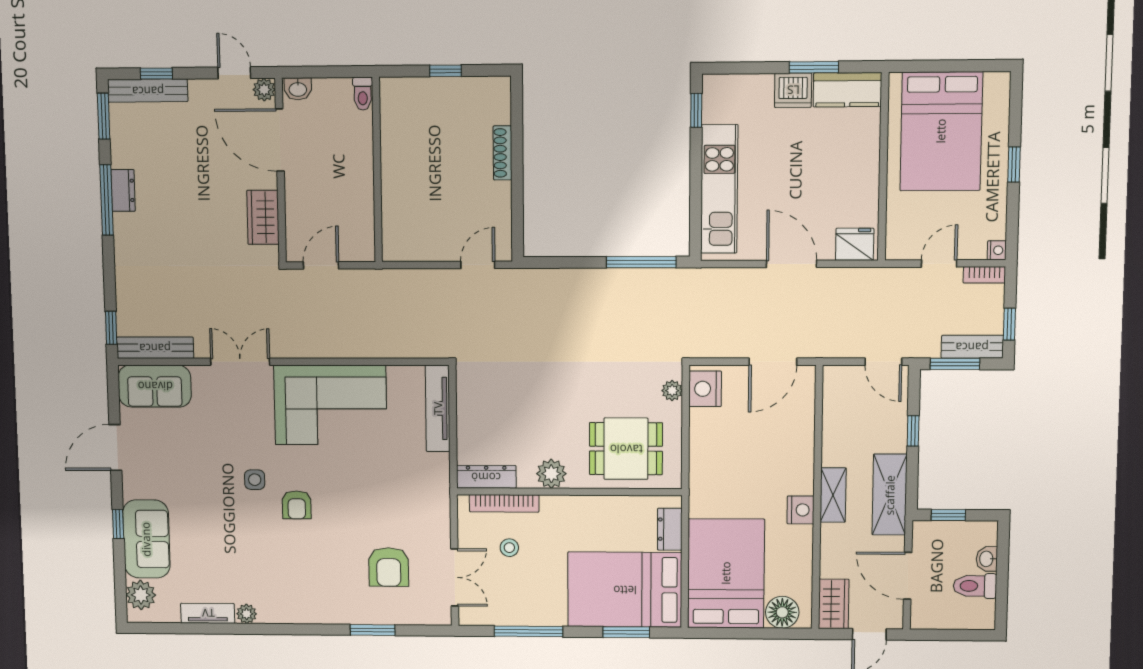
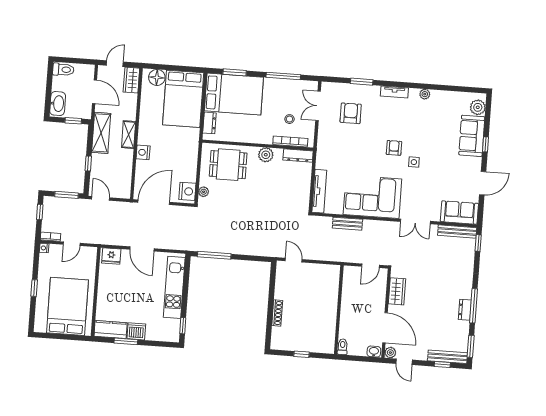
door: (478, 265) -> (294, 260), swing flipped
bench: (972, 347) -> (347, 224), moved
door: (773, 362) -> (154, 202), width x1.36
nightstand: (801, 510) -> (143, 152), moved
washbasin: (987, 559) -> (58, 104), width x1.91, depth x1.45
toilet: (975, 586) -> (63, 70), moved
tv unit: (208, 613) -> (394, 92), moved

